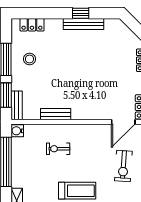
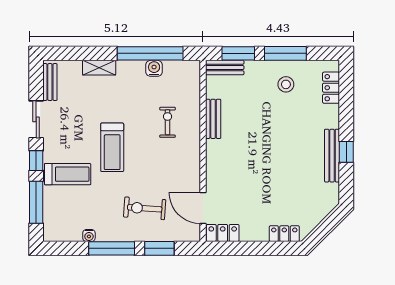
water cooler: (17, 131) -> (154, 68), moved

